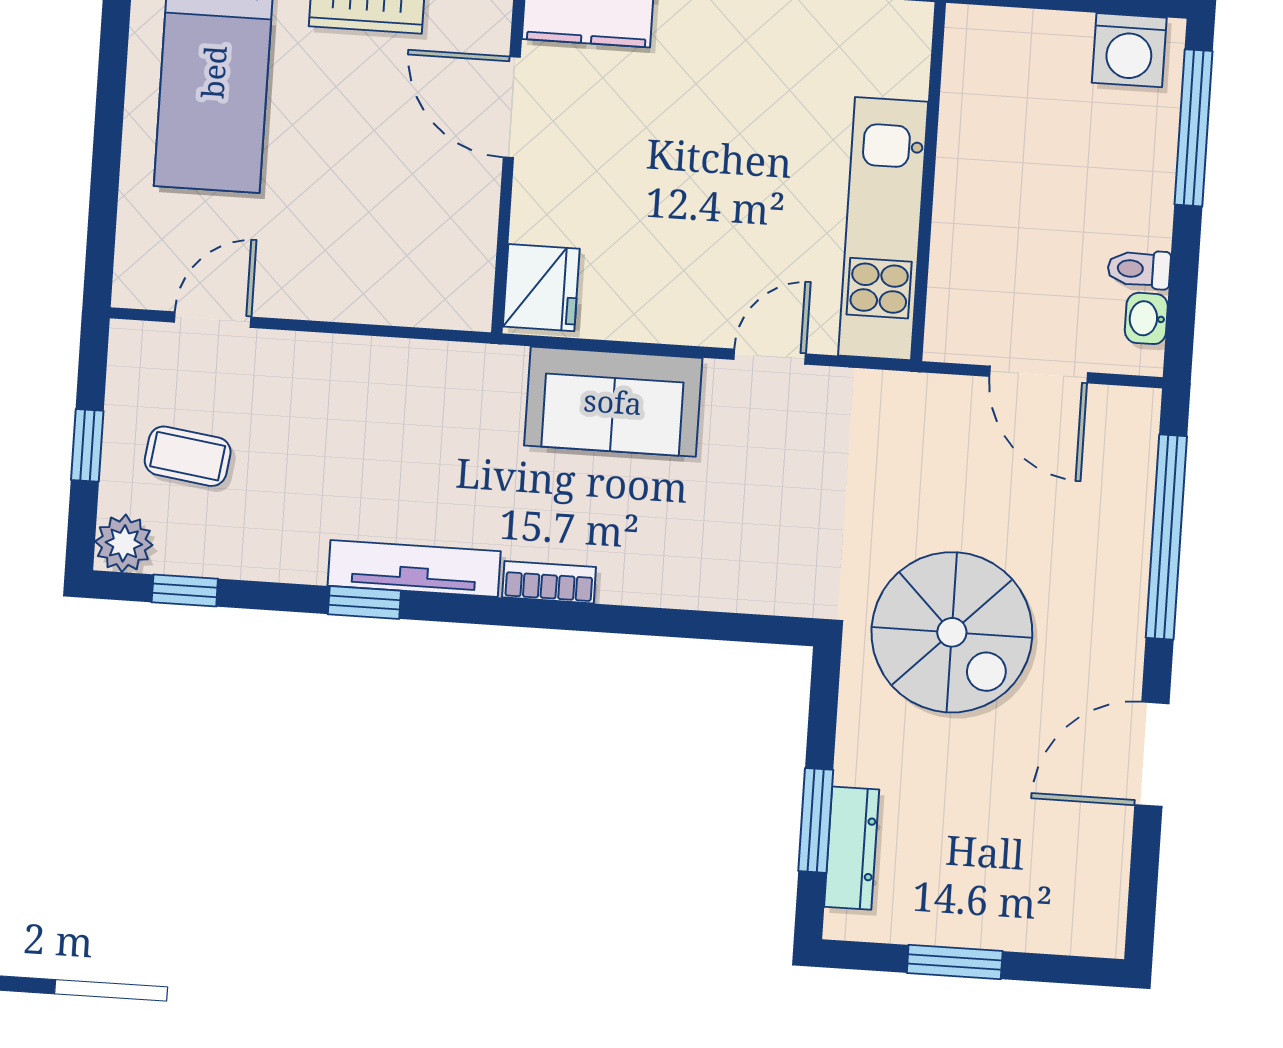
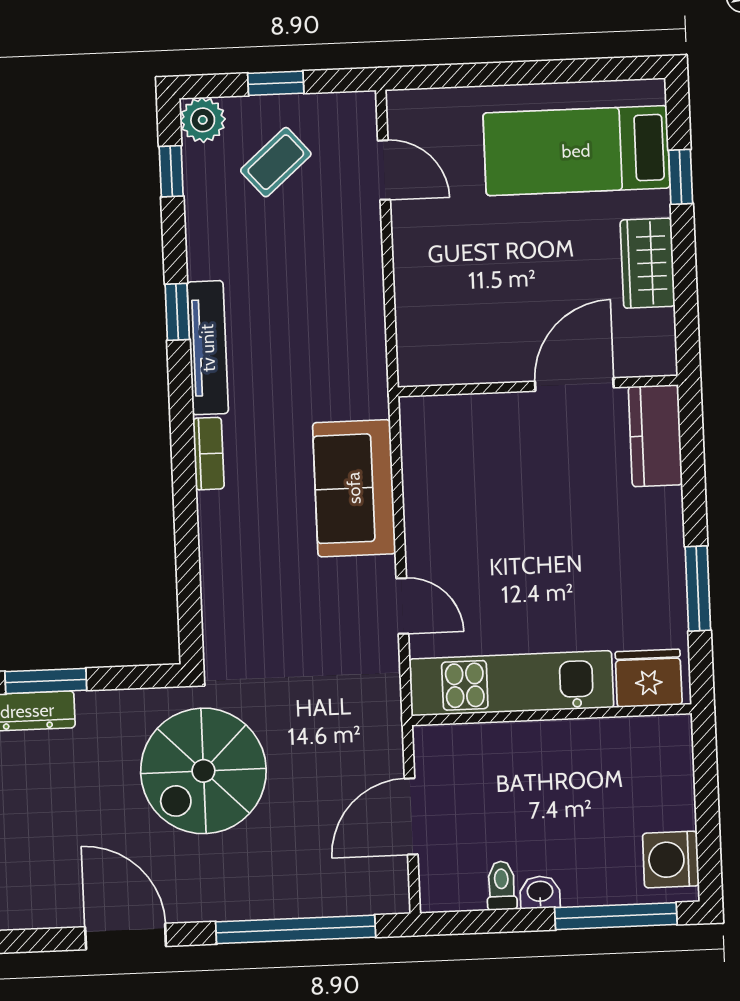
fridge: (541, 288) -> (649, 678), moved, turned 180
washbasin: (1146, 318) -> (540, 892), moved
coffee table: (188, 456) -> (276, 162), turned 41

